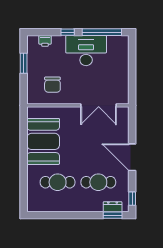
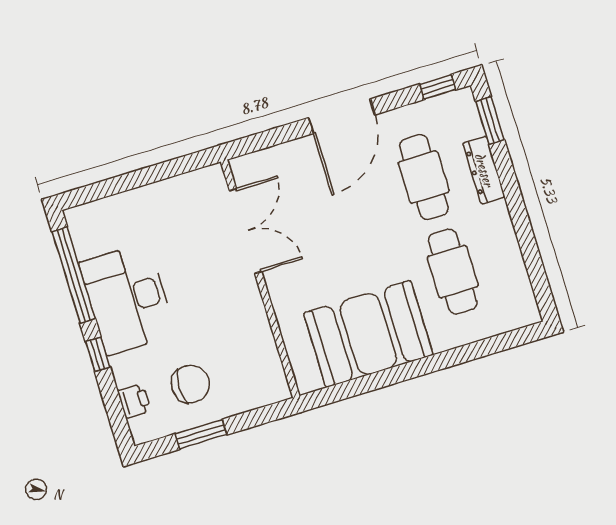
chair: (52, 85) -> (190, 384), moved
dresser: (113, 207) -> (484, 170), moved, width x1.44

